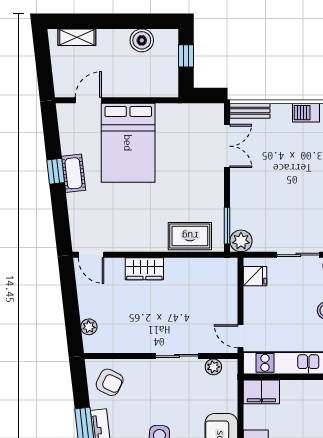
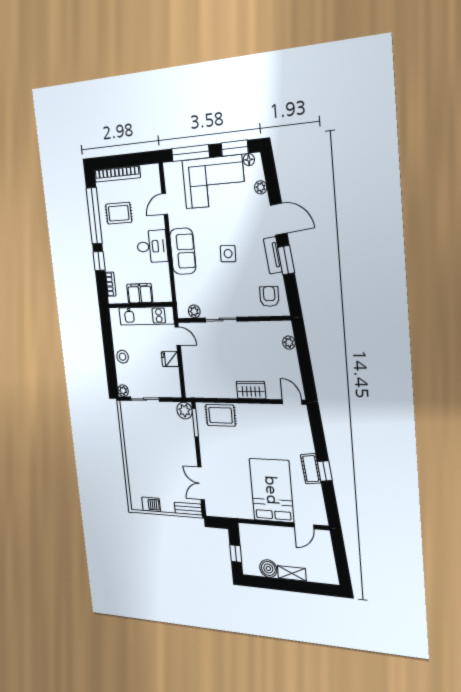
shelving: (77, 37) -> (292, 573), moved
fridge: (255, 276) -> (170, 359), moved
armchair: (110, 382) -> (269, 296), turned 64
filing cabinet: (261, 392) -> (140, 293), moved

